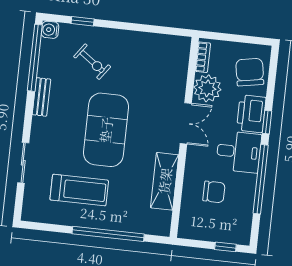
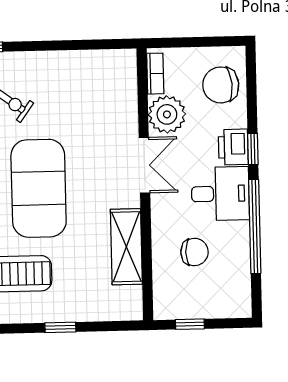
chair: (250, 72) -> (221, 85), turned -85
printer: (251, 114) -> (233, 147), width x0.73, depth x0.84
window: (108, 234) -> (60, 327), width x0.32
window: (225, 247) -> (190, 324), moved

